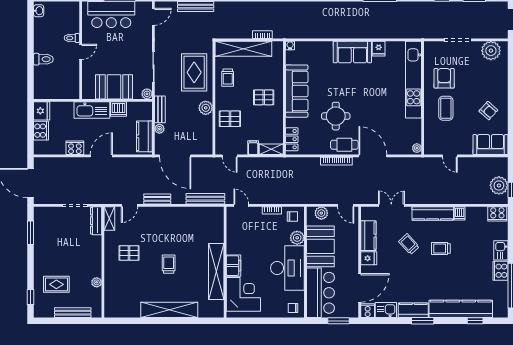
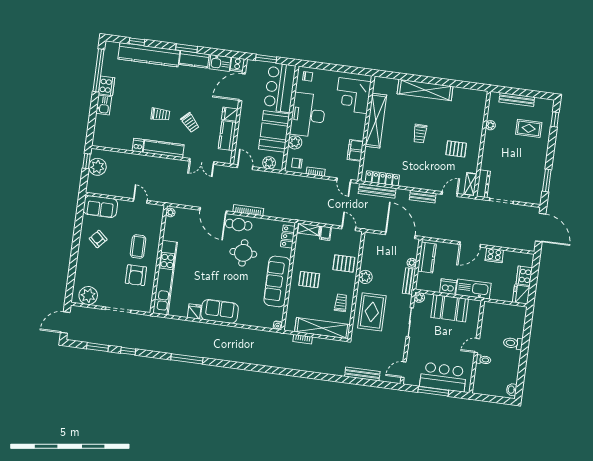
locker: (202, 212) -> (382, 178), added
cooker: (497, 214) -> (102, 140), removed
filing cabinet: (233, 266) -> (355, 150), moved

